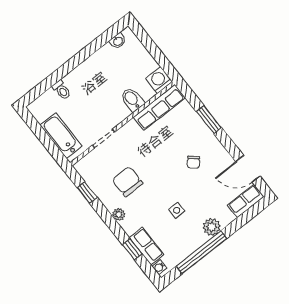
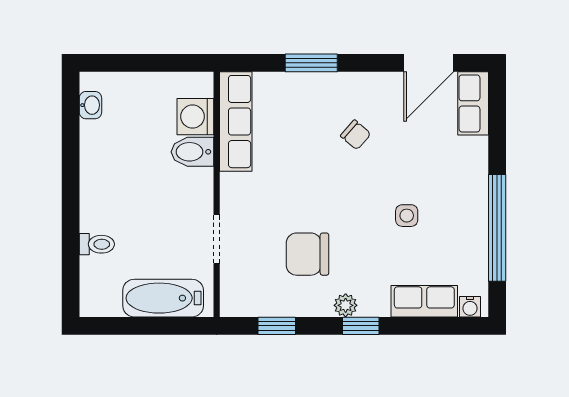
washing machine: (159, 80) -> (195, 117), moved
plant: (212, 227) -> (472, 183), removed
window: (132, 249) -> (361, 326), moved

